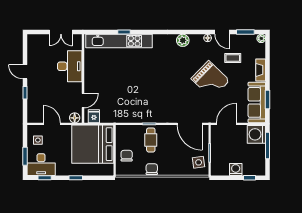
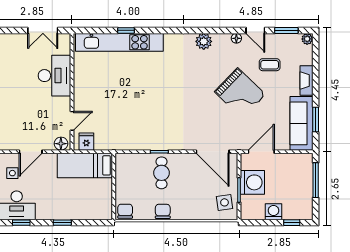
door: (52, 124) -> (31, 152), swing flipped
washing machine: (256, 134) -> (252, 182), moved, turned 180
bed: (93, 144) -> (85, 165), width x0.49
chair: (127, 156) -> (125, 211), moved

